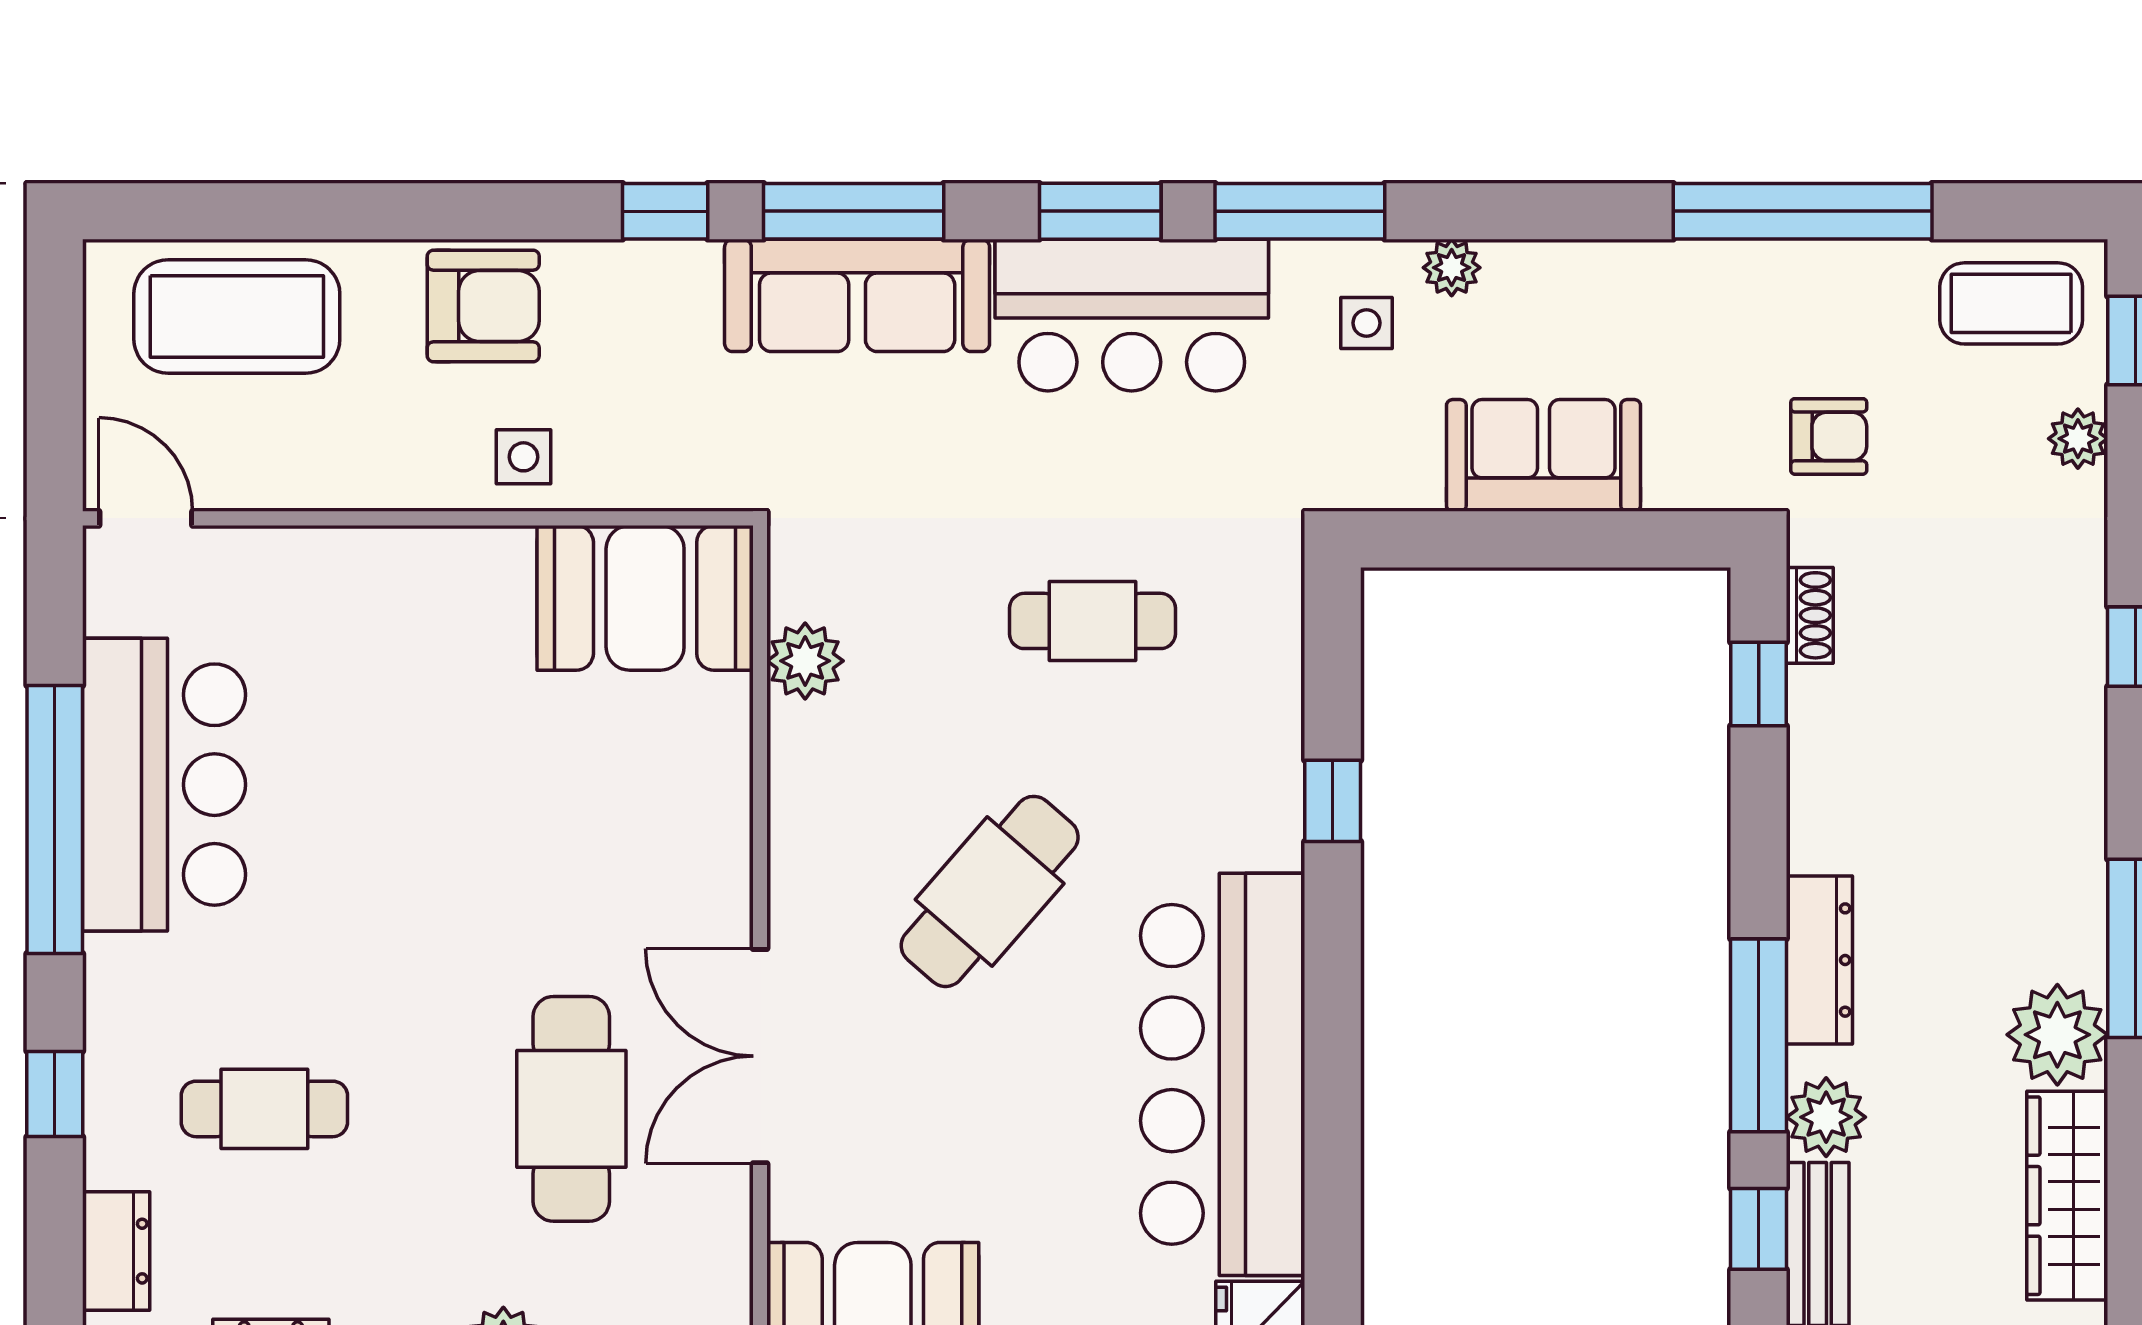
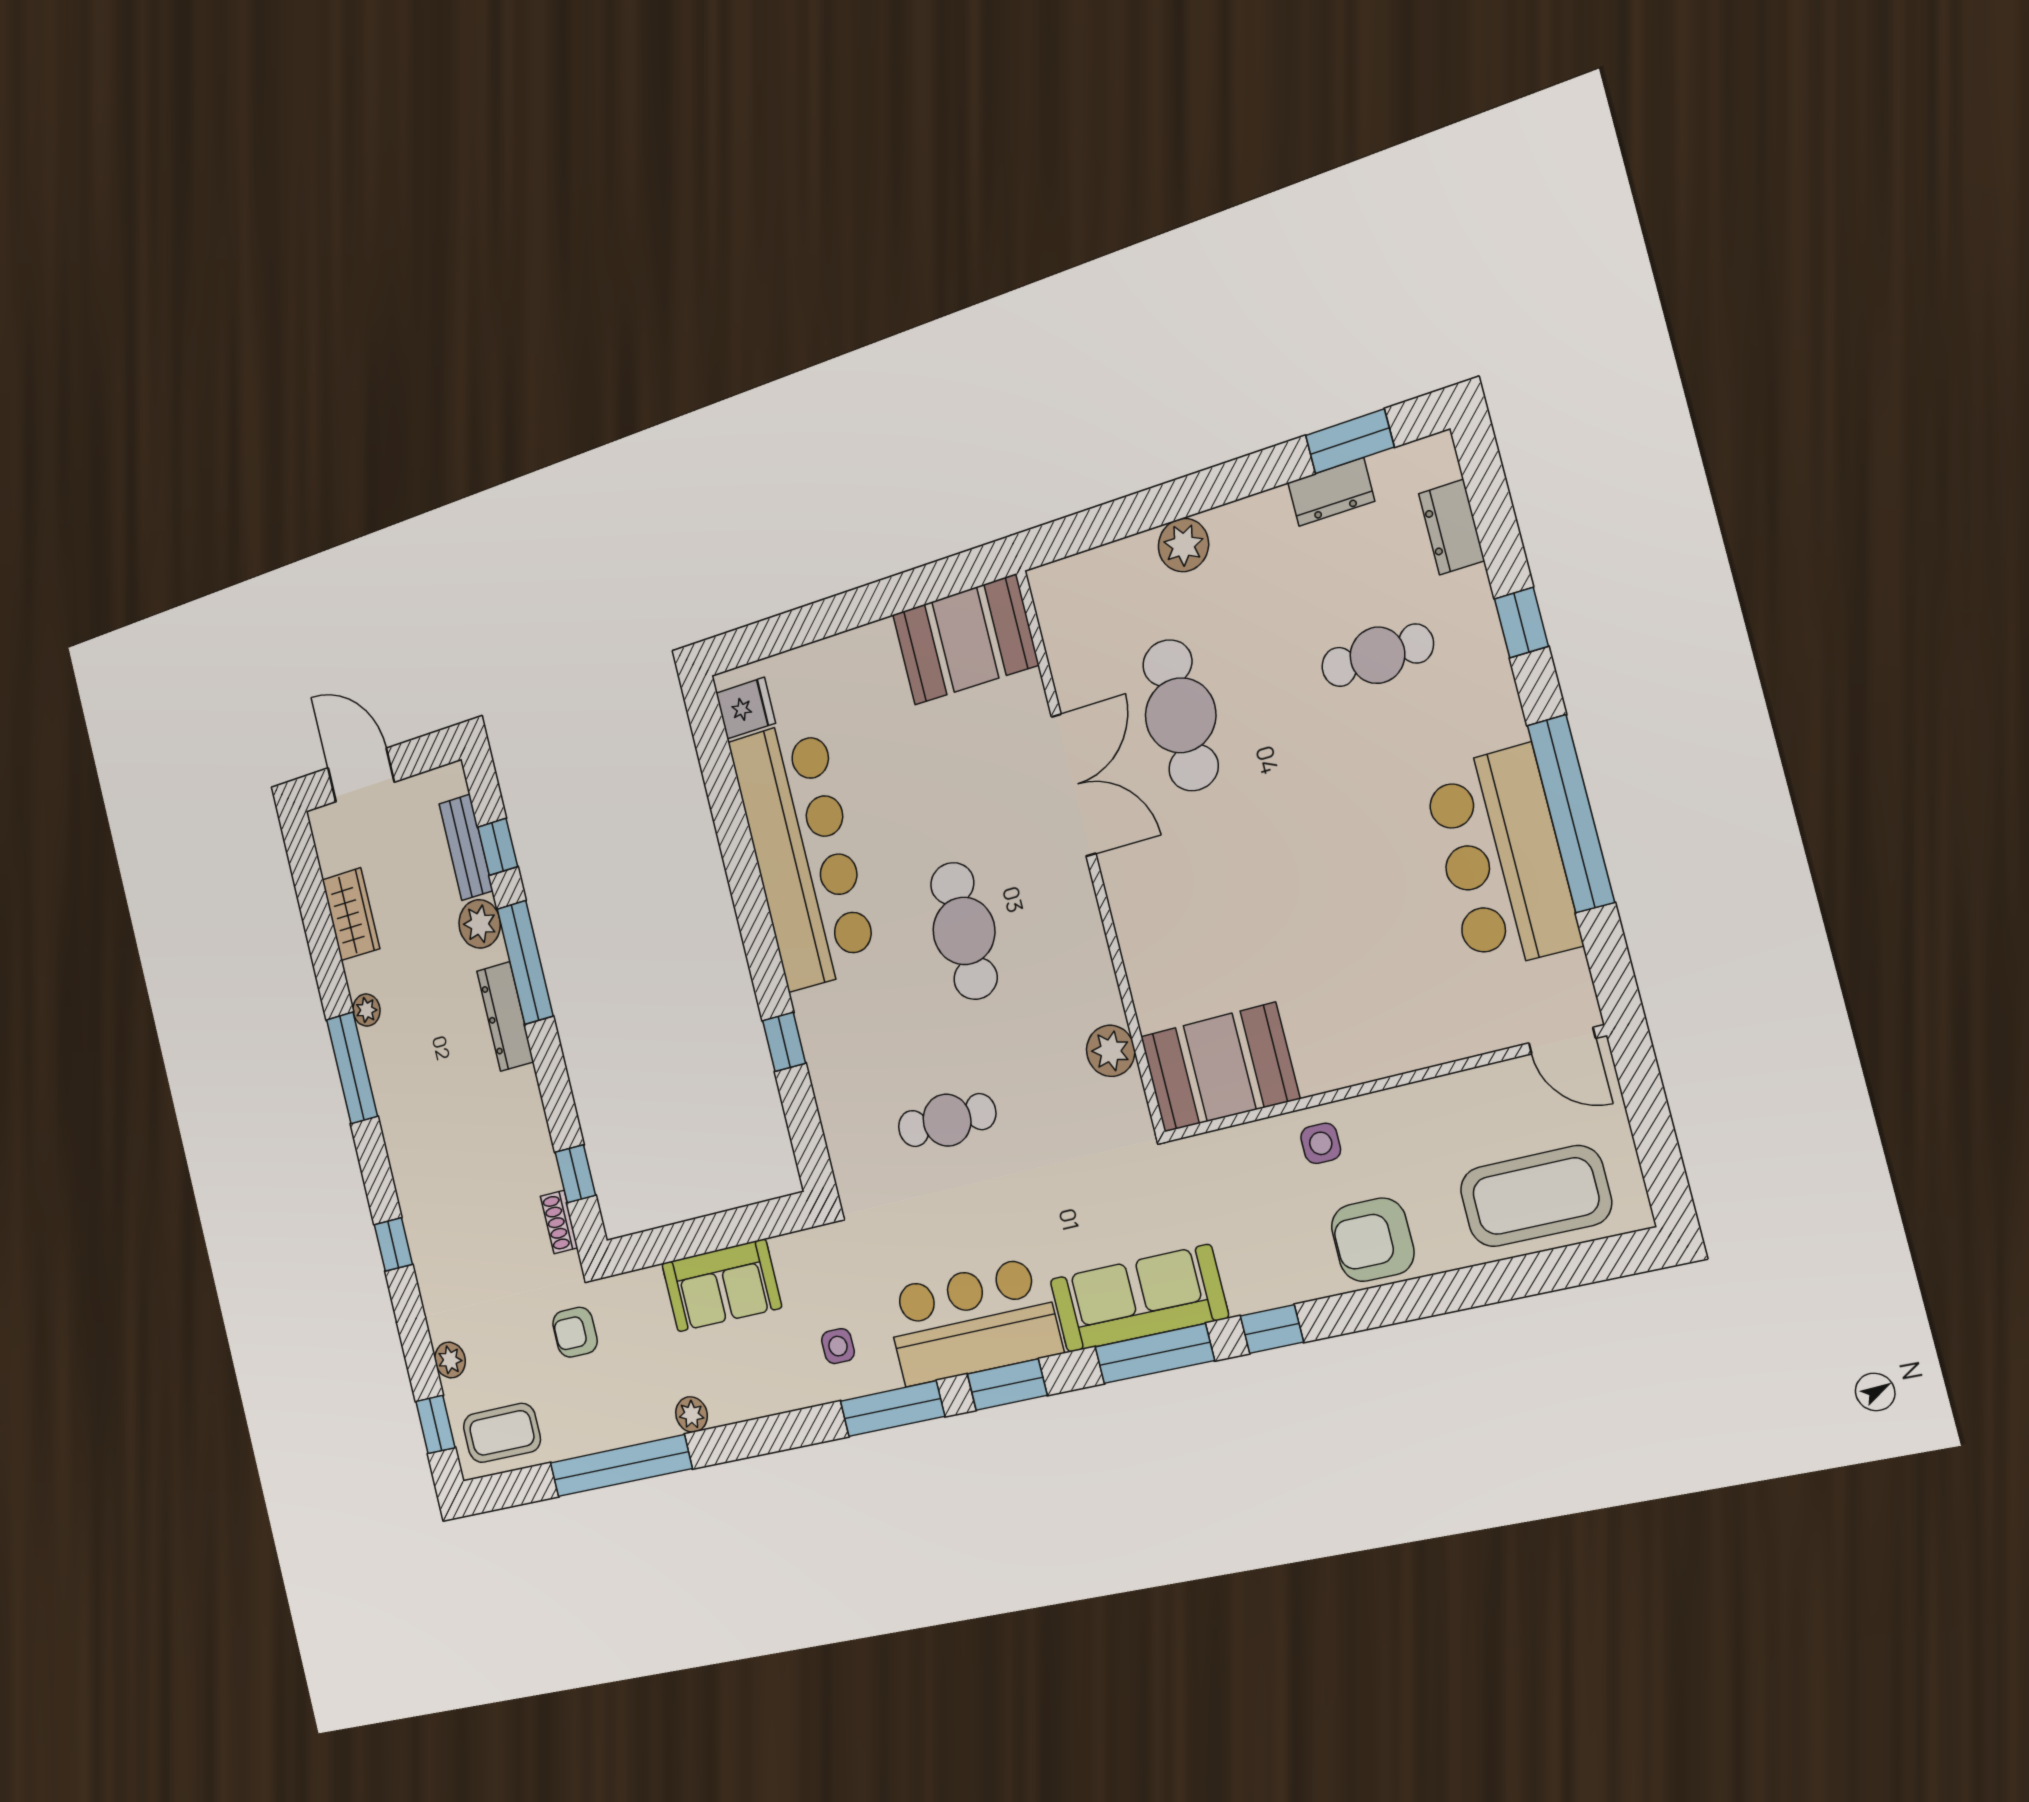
plant: (1452, 268) -> (692, 1414), moved
cafe table: (990, 891) -> (964, 931), turned -41
plant: (2057, 1035) -> (366, 1010), width x0.53, depth x0.53
wardrobe: (2067, 1196) -> (351, 914), width x0.67

